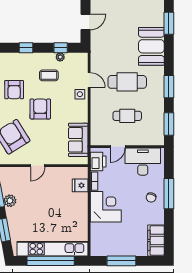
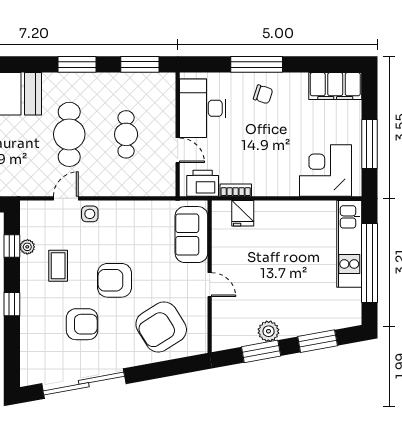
sofa: (78, 140) -> (191, 235), moved, turned 90
corner desk: (106, 207) -> (326, 170), moved
kitchen unit: (52, 249) -> (349, 244), width x0.73

